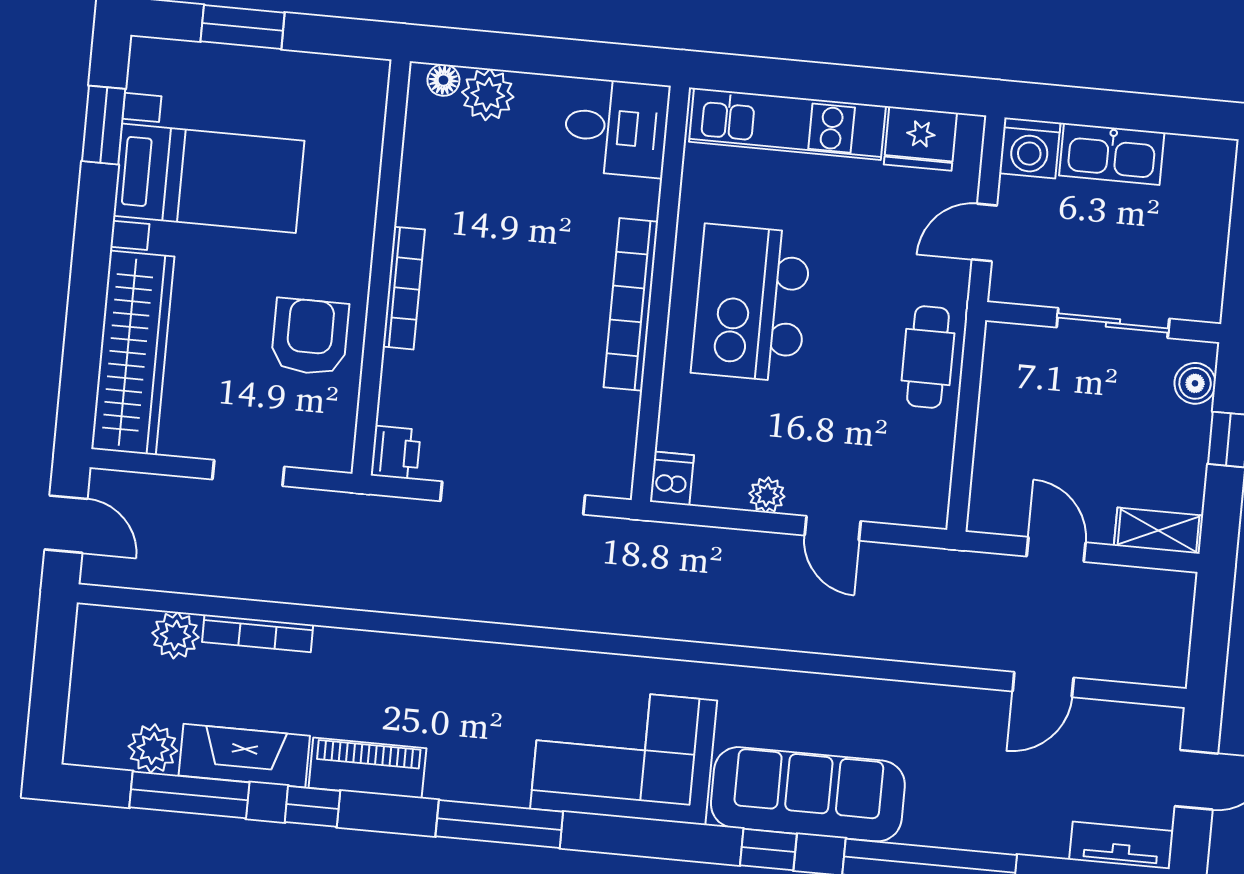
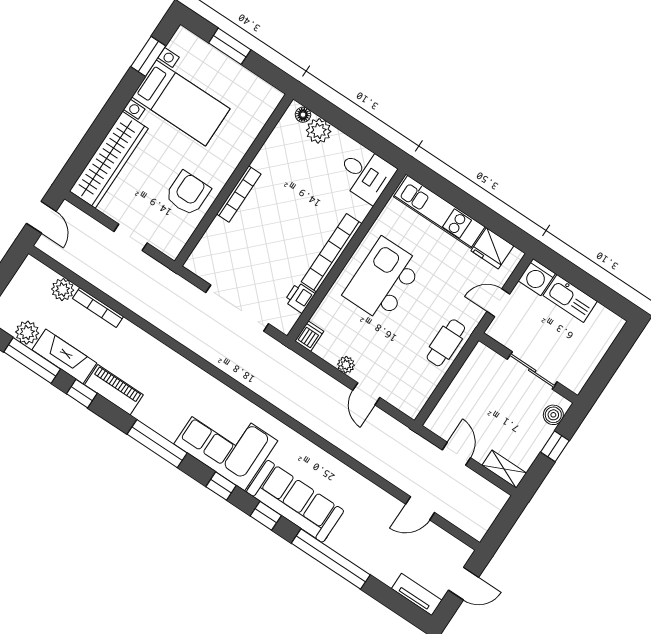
printer: (396, 453) -> (300, 298), moved, turned 180
window: (658, 839) -> (221, 486), added

